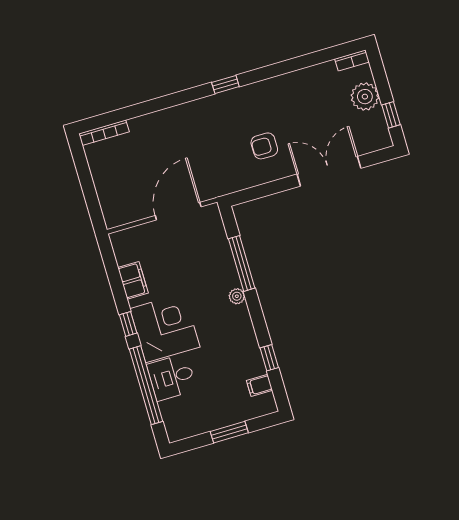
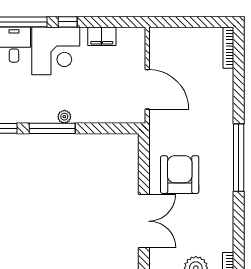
window: (225, 85) -> (239, 158), width x3.17
armchair: (264, 146) -> (180, 175), width x1.88, depth x1.88
window: (242, 263) -> (52, 128), moved

